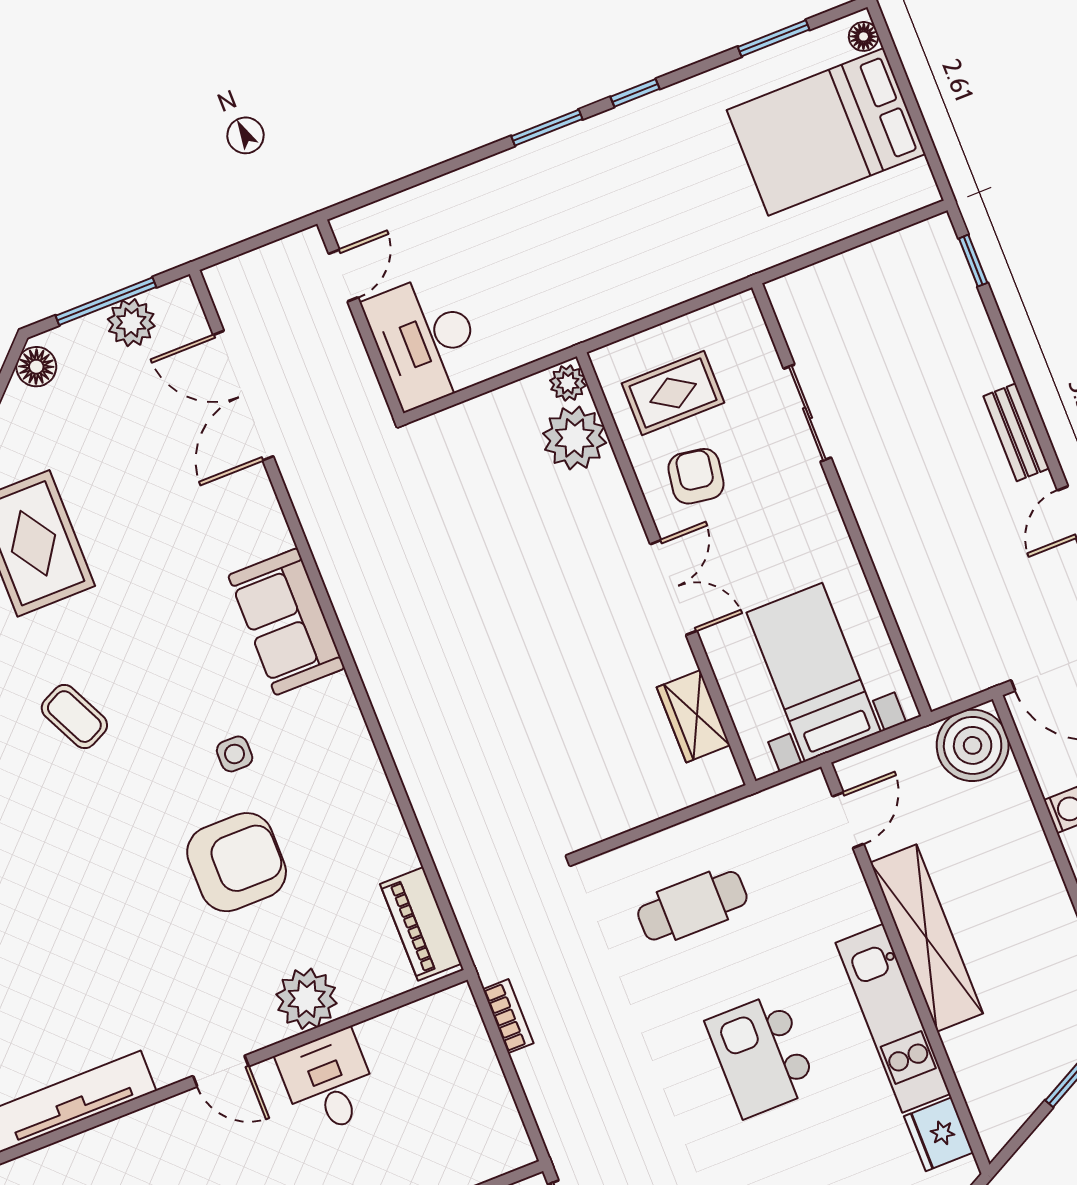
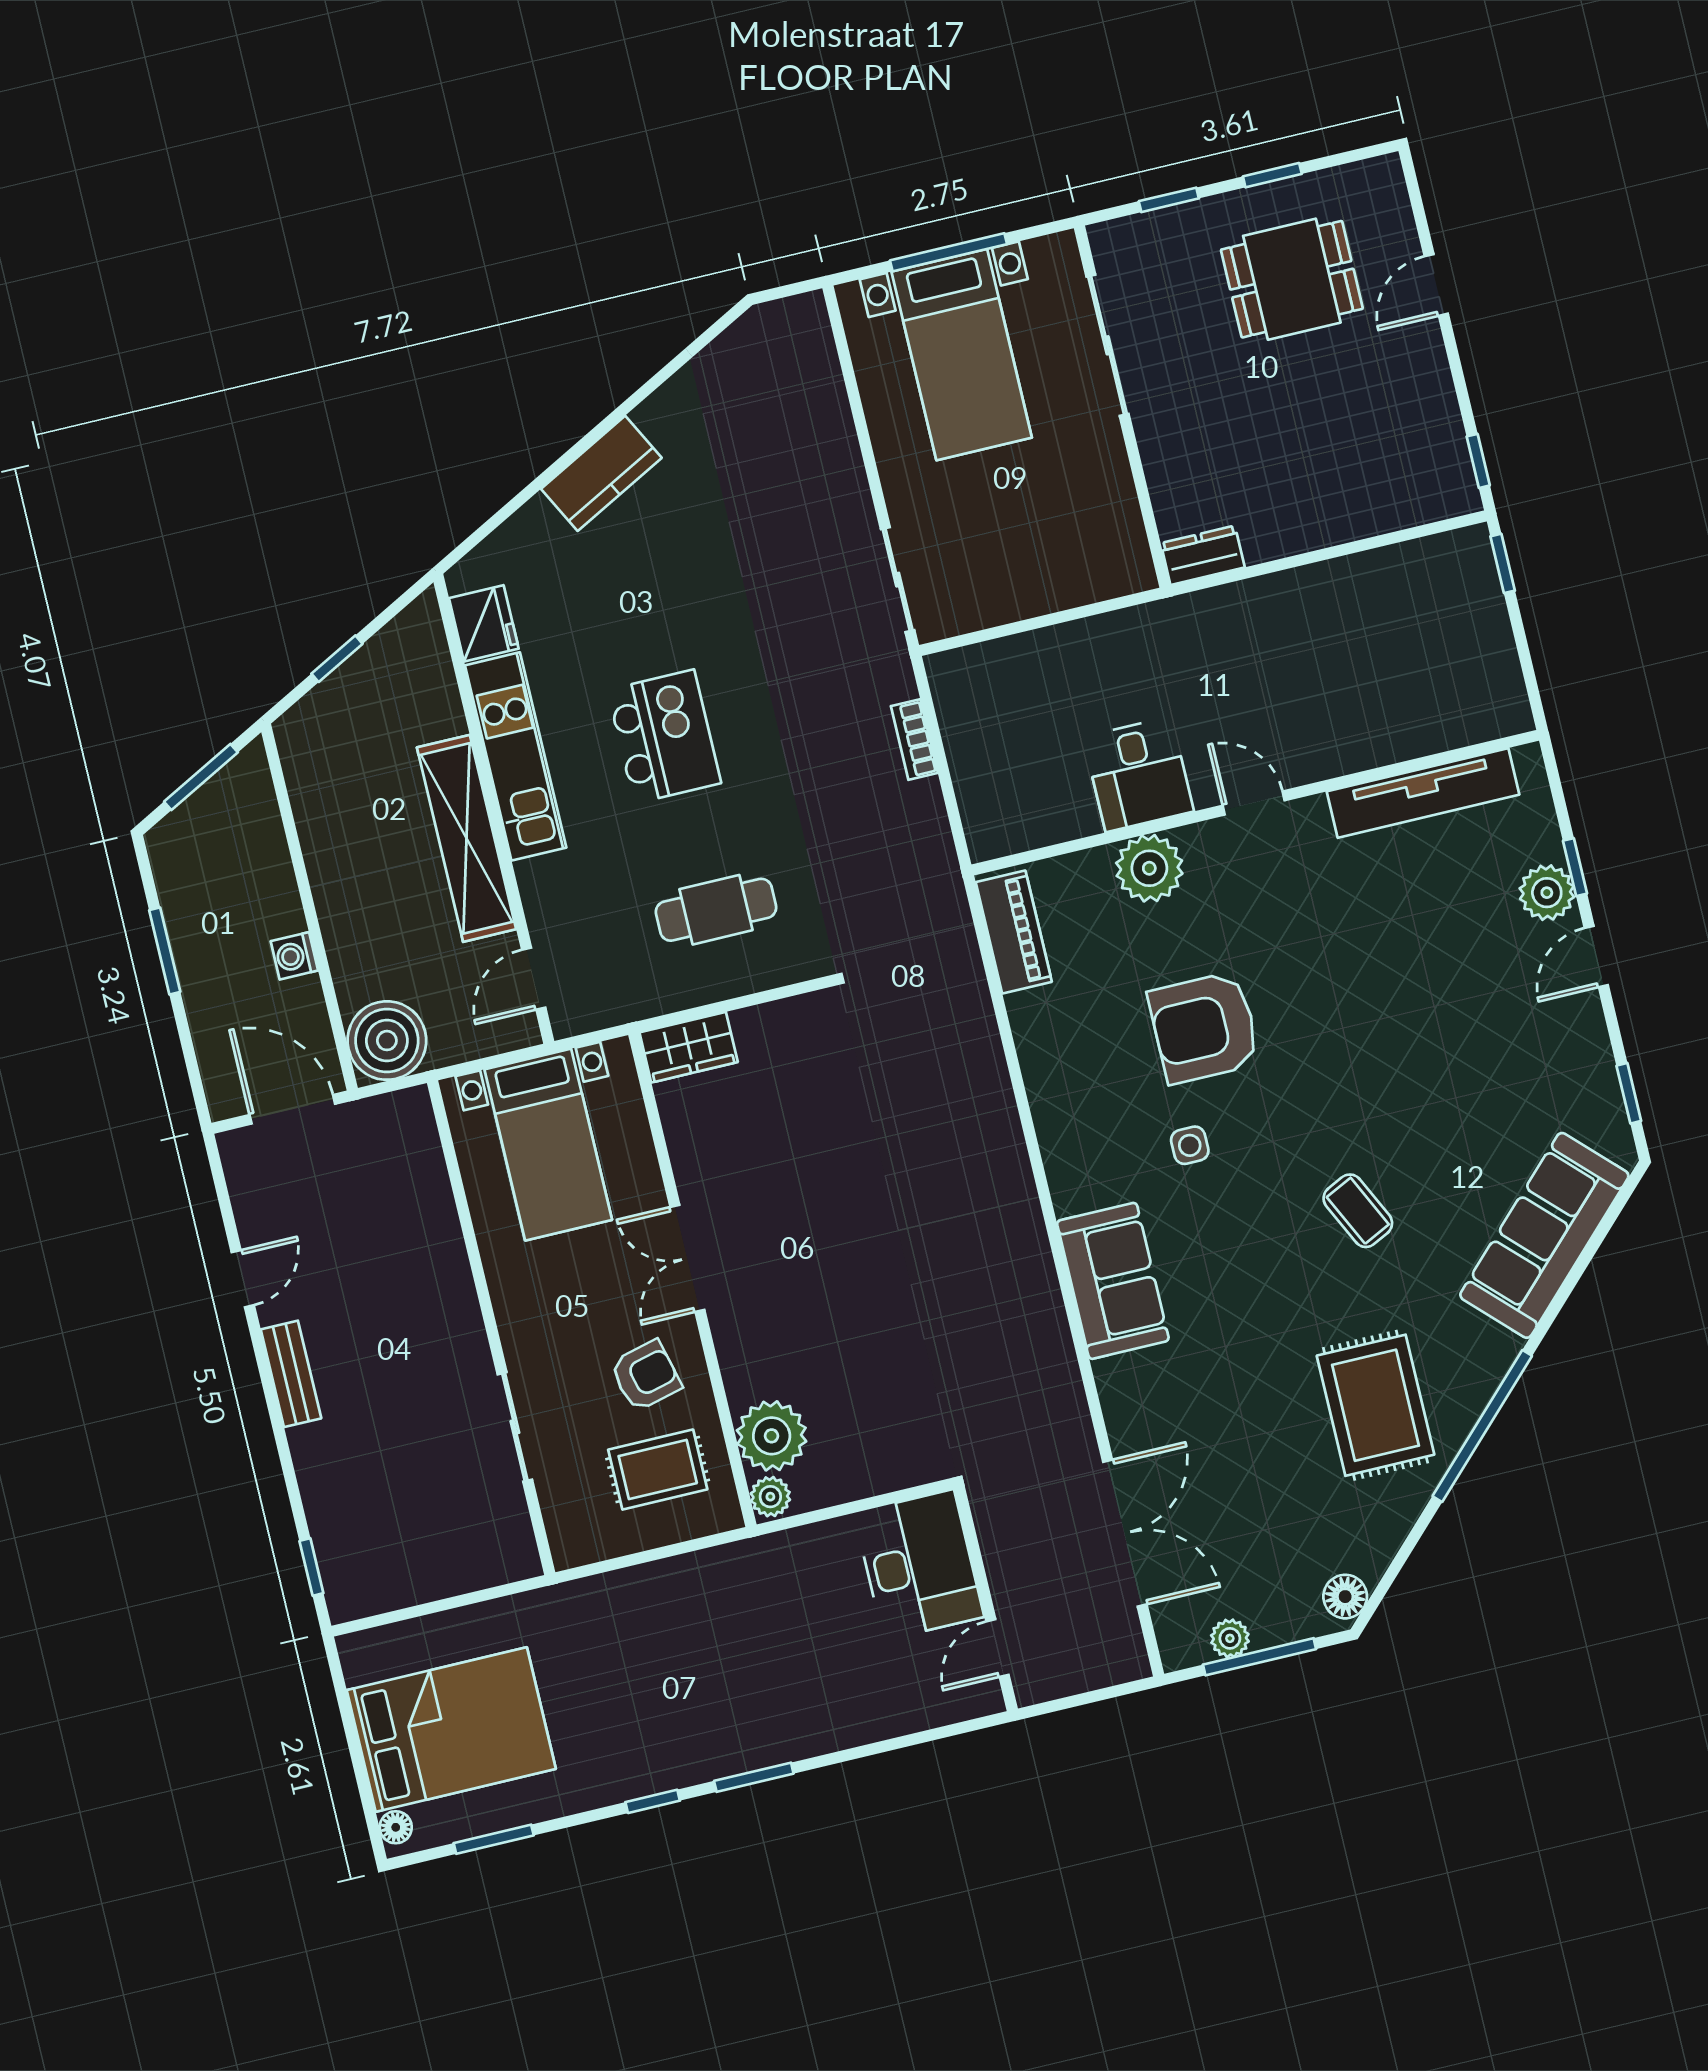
plant: (131, 323) -> (1230, 1638), width x0.73, depth x0.73
armchair: (696, 476) -> (646, 1376), turned -113
wardrobe: (693, 716) -> (689, 1047), moved, turned 90
bookcase: (508, 1016) -> (914, 739), moved

